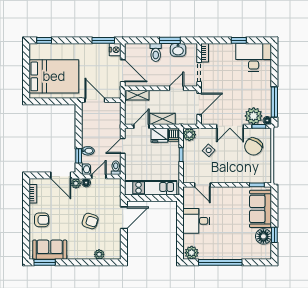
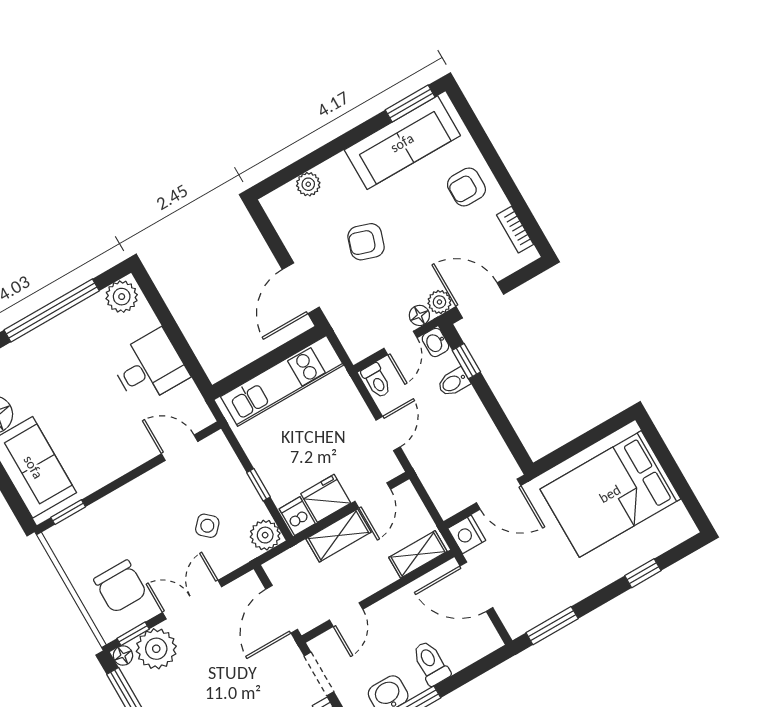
window: (44, 40) -> (643, 573), moved
nightstand: (115, 50) -> (467, 534), moved
chair: (254, 146) -> (120, 586), turned 149
sofa: (50, 250) -> (402, 143), width x1.36

